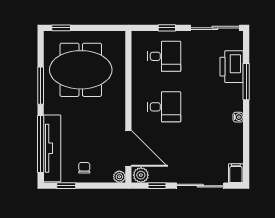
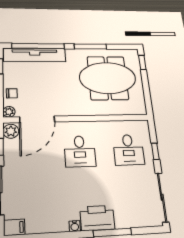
printer: (232, 67) -> (97, 218), moved
meeting table: (81, 70) -> (108, 78), turned 90
chair: (84, 168) -> (12, 93), moved

